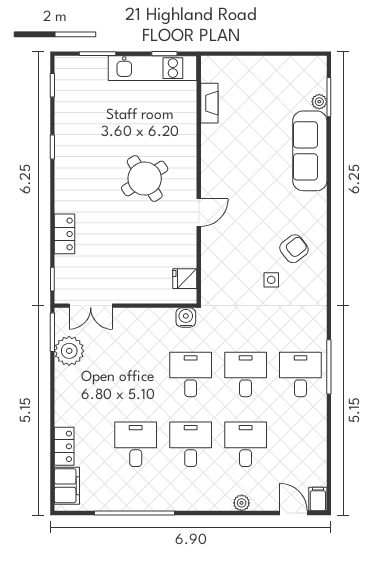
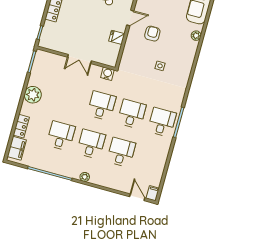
plant: (318, 212) -> (196, 36), added
armchair: (294, 249) -> (152, 34), moved, turned -52
fridge: (185, 279) -> (117, 37), moved
double door: (91, 306) -> (79, 59), moved
plant: (69, 351) -> (33, 95), moved
plant: (242, 503) -> (85, 177), moved

